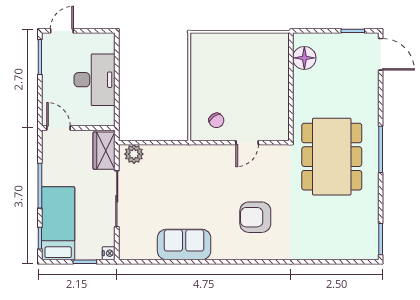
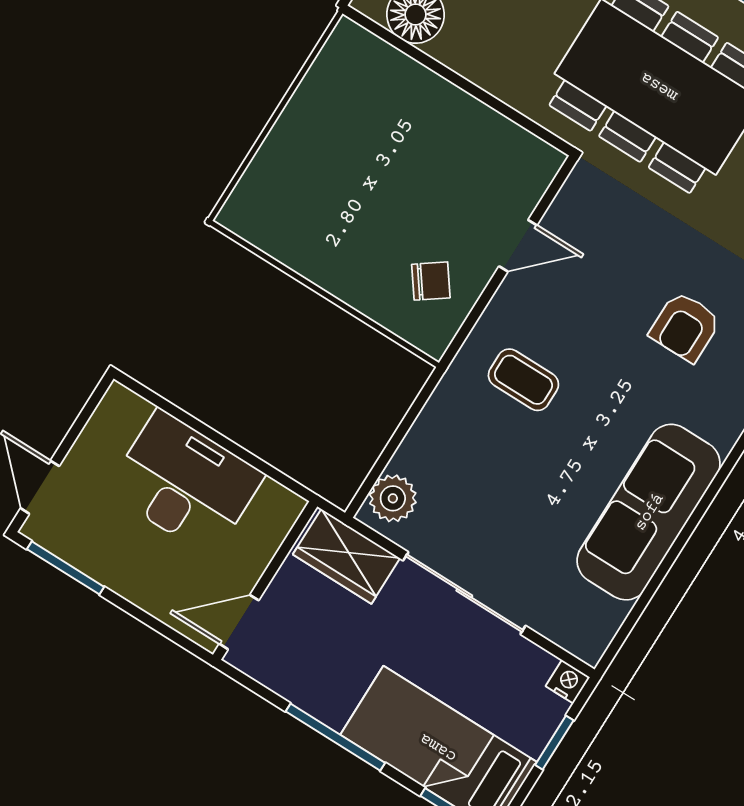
door: (247, 143) -> (518, 246), hinge flipped
coffee table: (203, 173) -> (523, 380), added
armchair: (255, 217) -> (685, 327), width x0.72, depth x0.72
sofa: (184, 244) -> (649, 512), width x1.36

